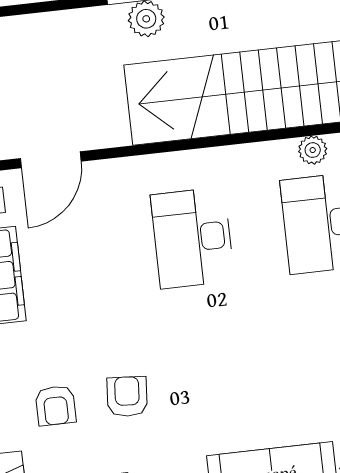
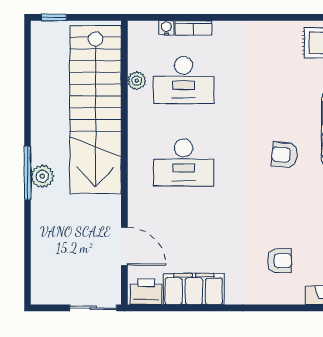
armchair: (127, 397) -> (285, 155), moved

